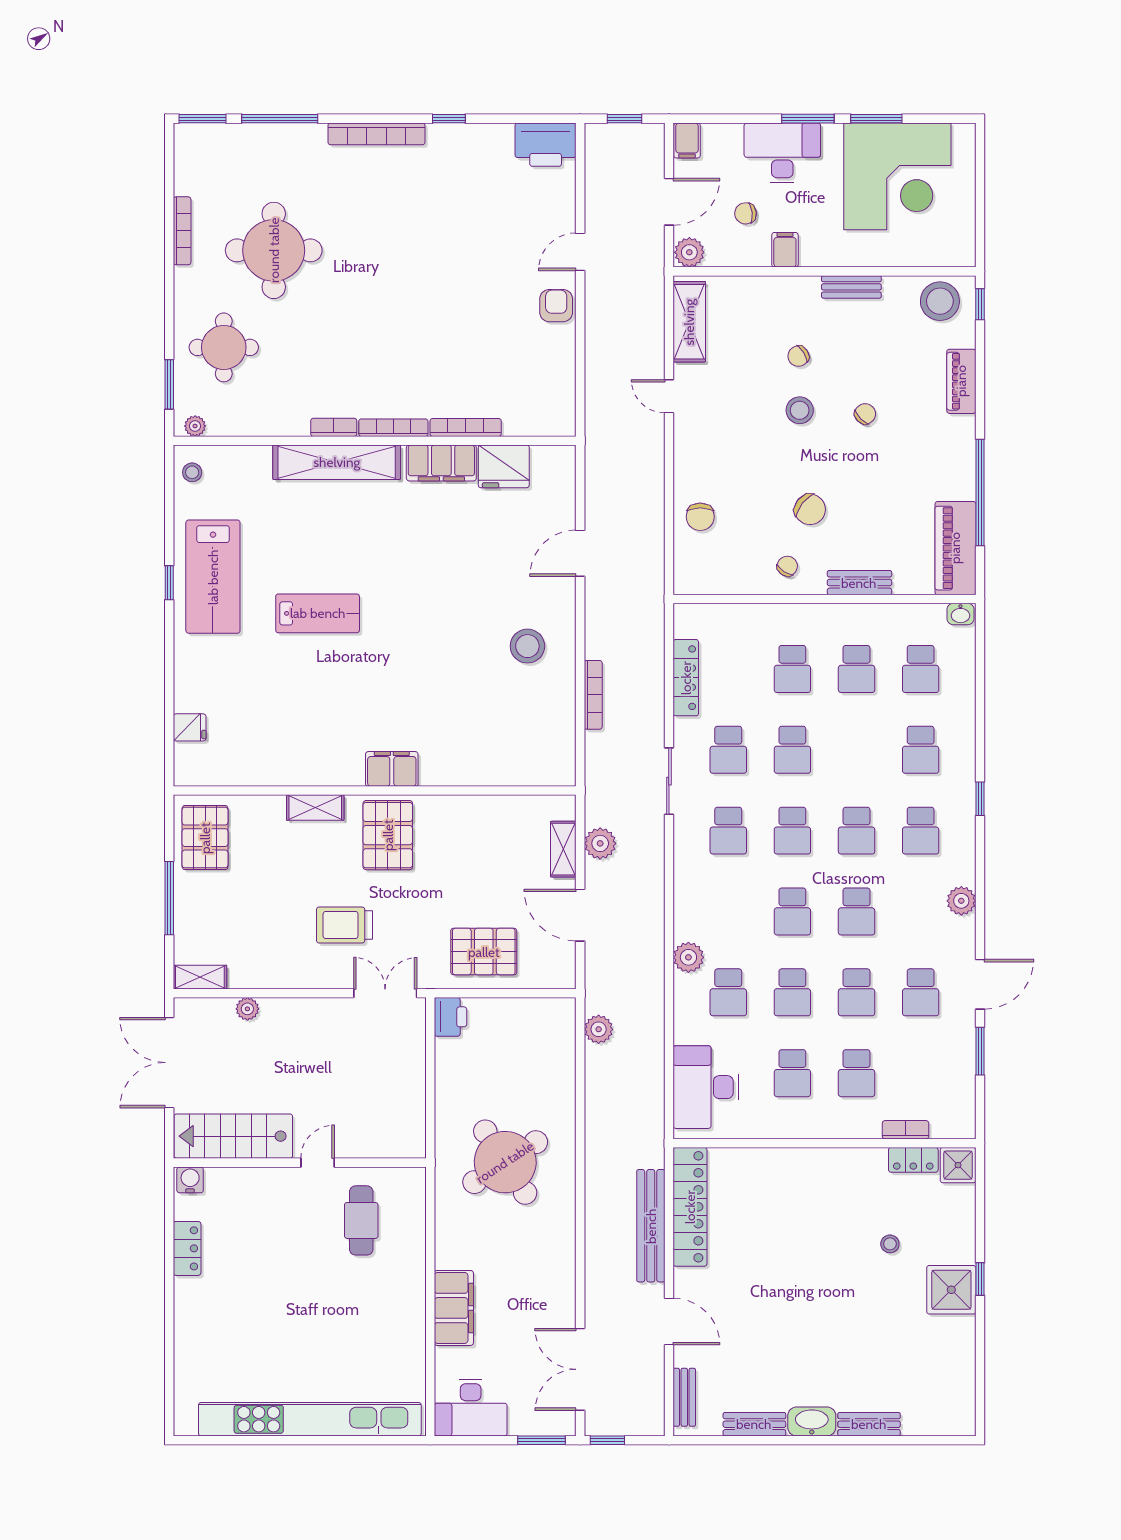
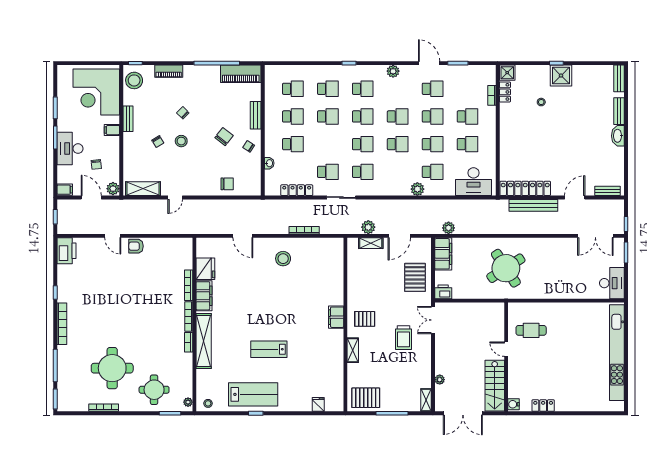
corner desk: (897, 176) -> (96, 92), moved, turned 180
filing cabinet: (785, 250) -> (112, 130), moved
lab bench: (318, 613) -> (269, 349), turned -90
washbasin: (960, 614) -> (269, 163), moved
school desk: (792, 750) -> (328, 116), moved
pallet: (388, 835) -> (365, 319), width x0.67, depth x0.71
filing cabinet: (454, 1308) -> (443, 254), moved, turned 90
bench: (754, 1424) -> (619, 78), moved

